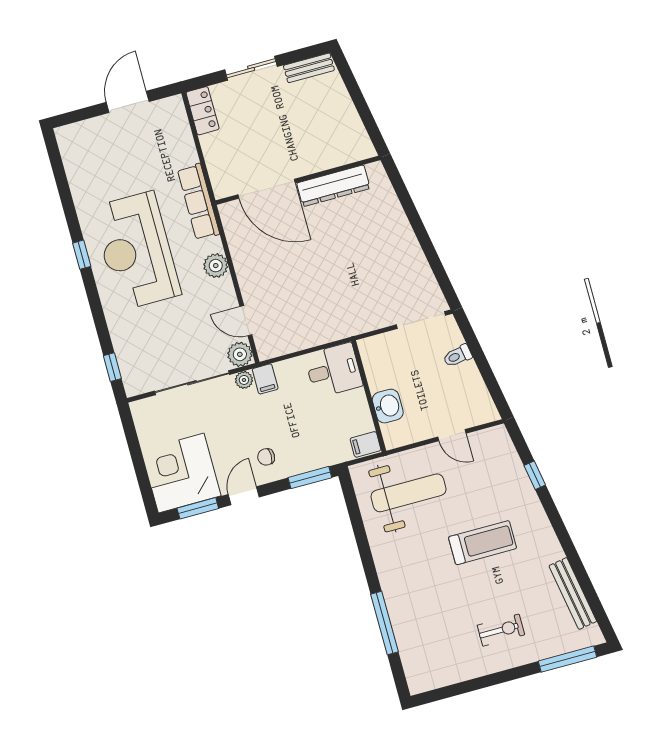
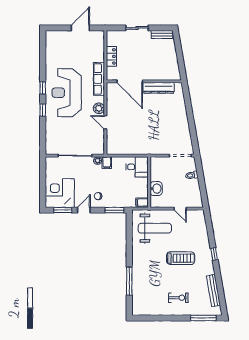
locker: (203, 111) -> (111, 56), moved
door: (246, 321) -> (105, 122), moved
plant: (240, 354) -> (99, 149), removed
window: (112, 367) -> (43, 110), moved
window: (535, 475) -> (214, 254), moved

